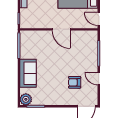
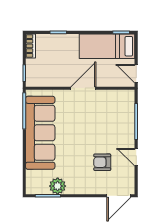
door: (61, 29) -> (83, 88), swing flipped
sofa: (28, 73) -> (40, 133), width x1.85, depth x1.27
plant: (26, 99) -> (58, 186), moved

